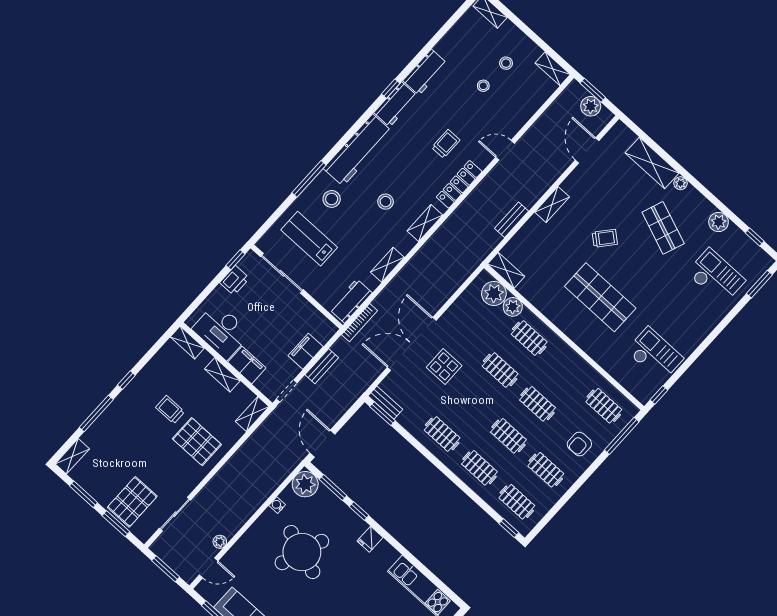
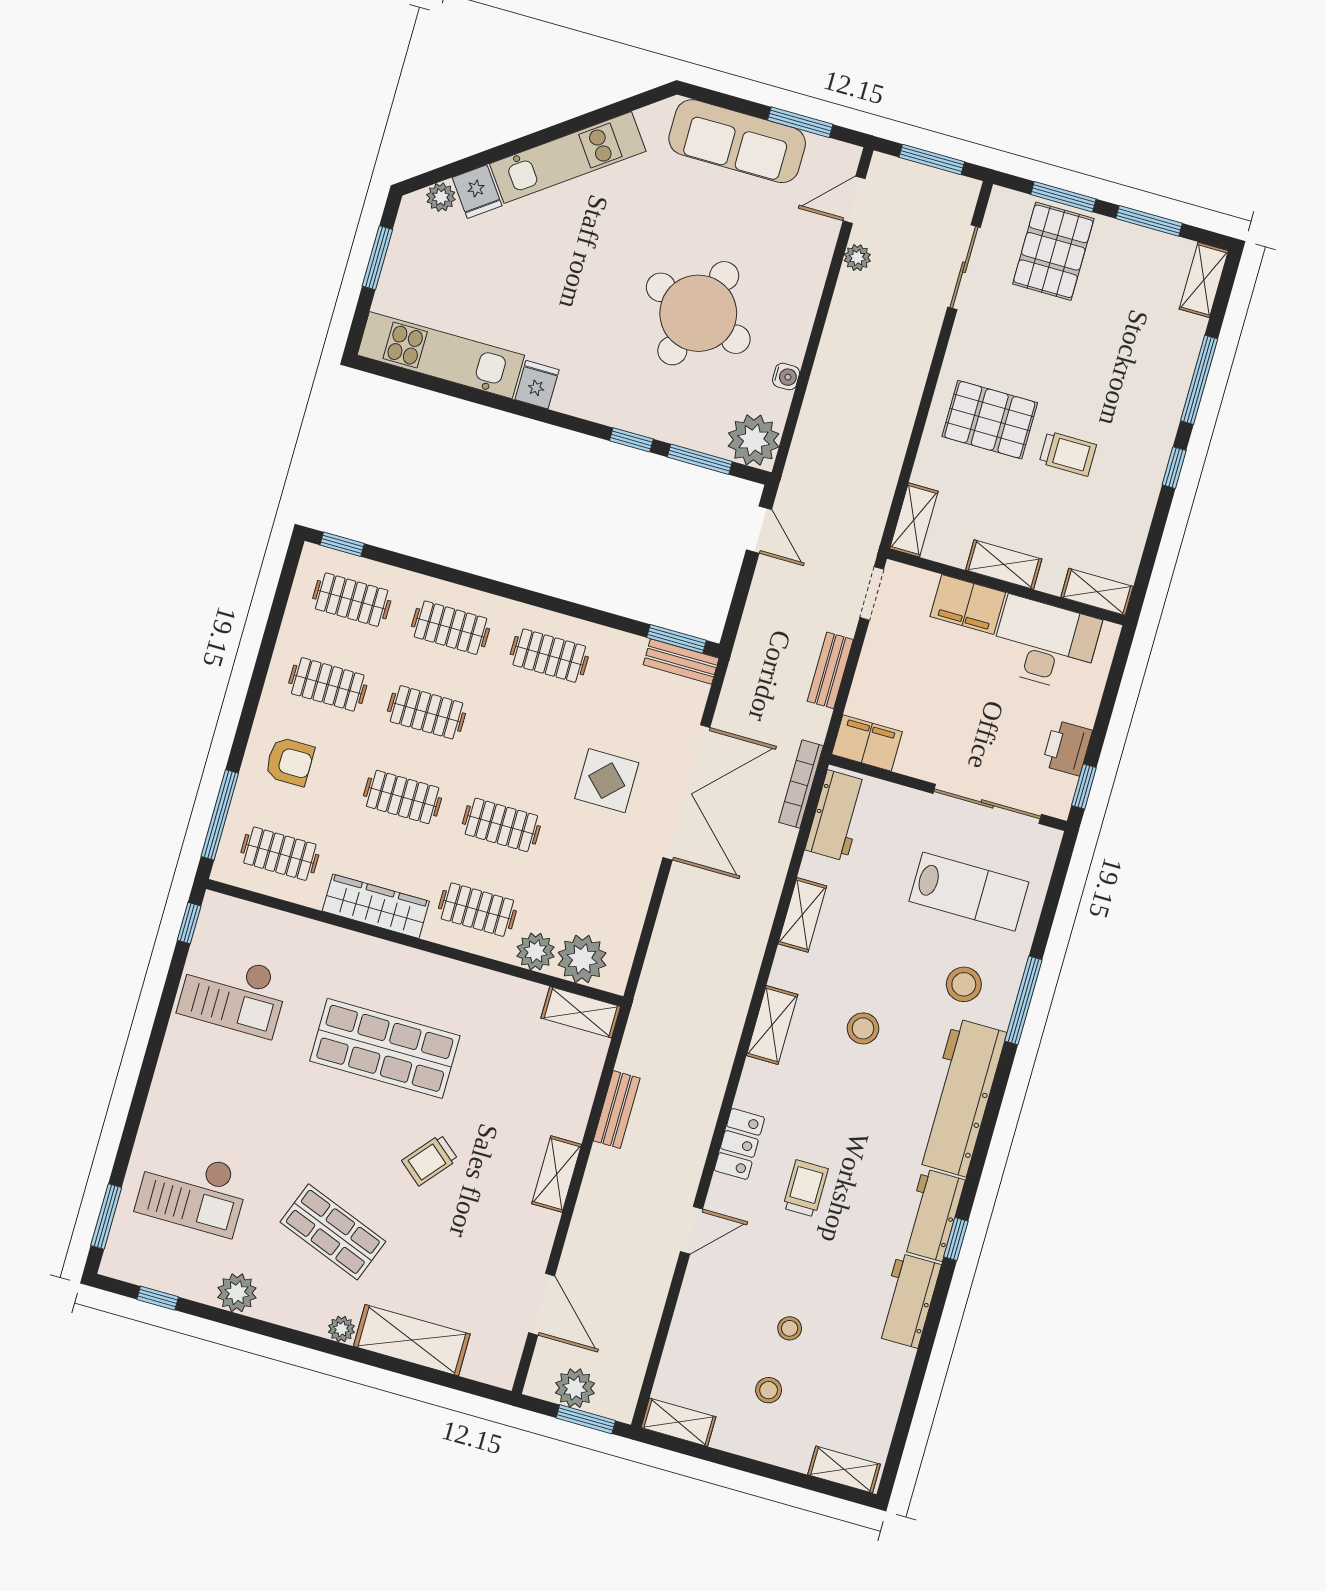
trolley: (446, 144) -> (805, 1188), turned 180
locker: (459, 184) -> (739, 1144), width x0.66
filing cabinet: (306, 351) -> (867, 743), moved, turned -90
wardrobe: (573, 362) -> (376, 906), added
door: (322, 444) -> (759, 530), width x0.73
armchair: (579, 444) -> (290, 762), turned 90
fridge: (370, 539) -> (537, 385), moved

